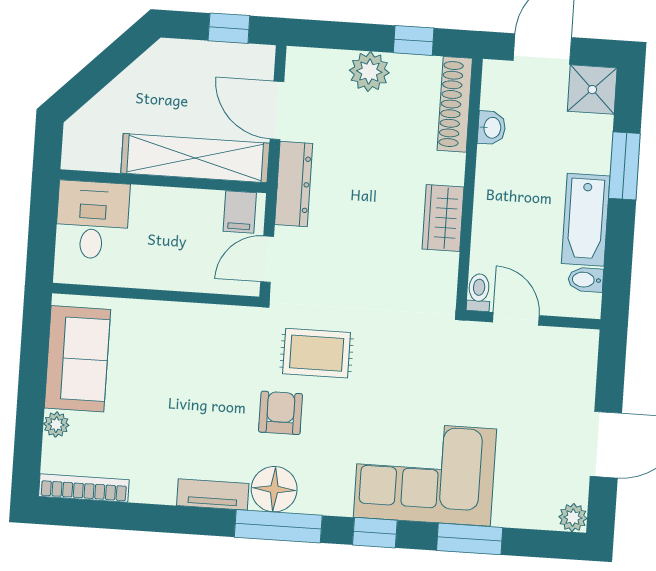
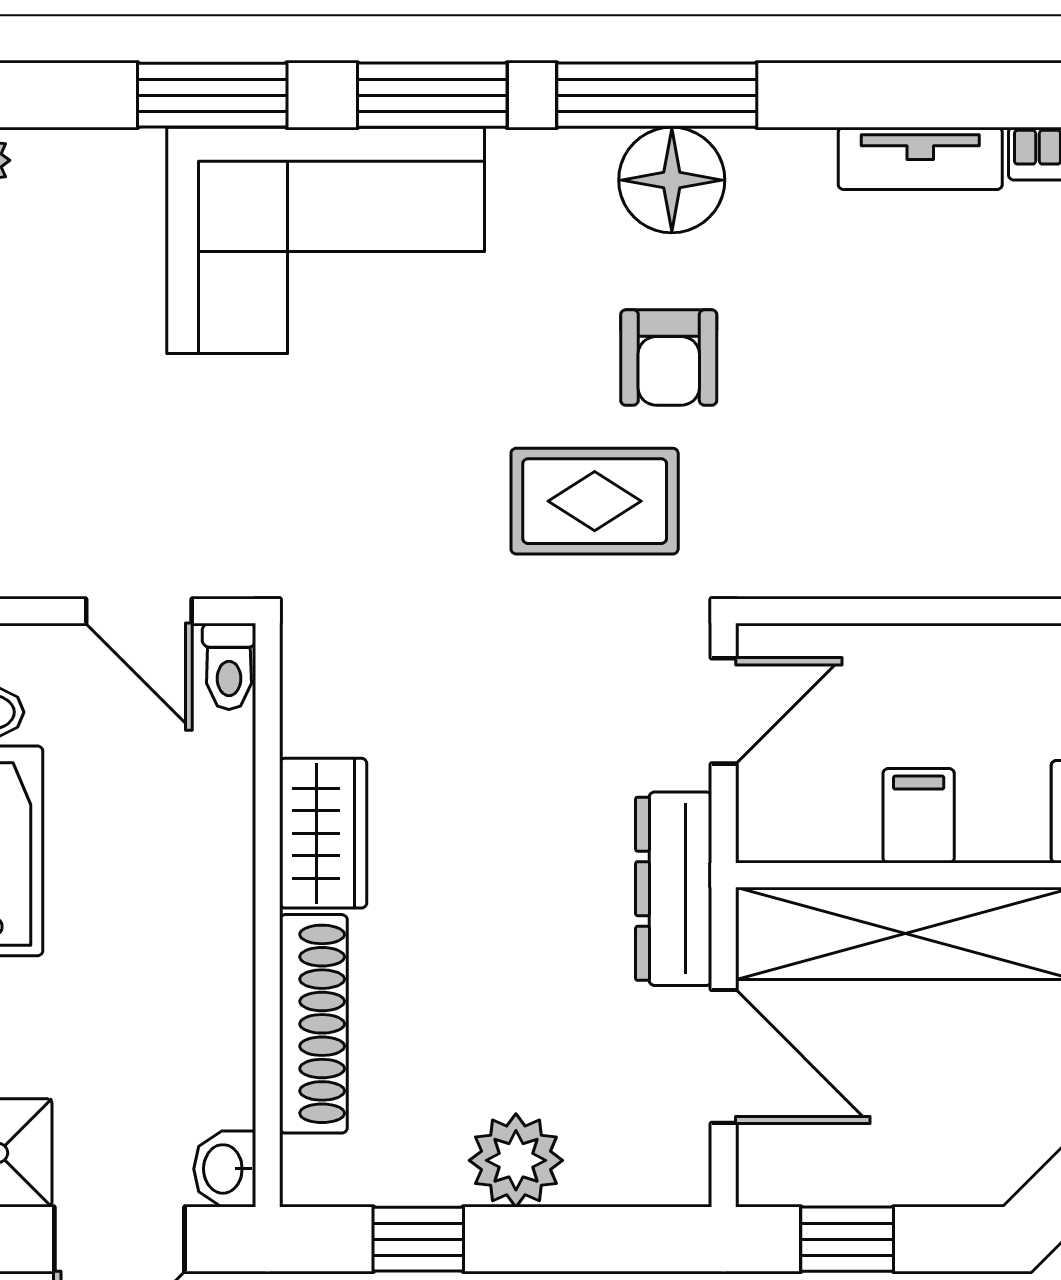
shoe rack: (455, 104) -> (313, 1024), moved
washbasin: (492, 128) -> (225, 1169), moved
filing cabinet: (240, 212) -> (919, 816), moved
tv unit: (213, 494) -> (920, 158), moved
window: (375, 533) -> (432, 95), width x1.50

